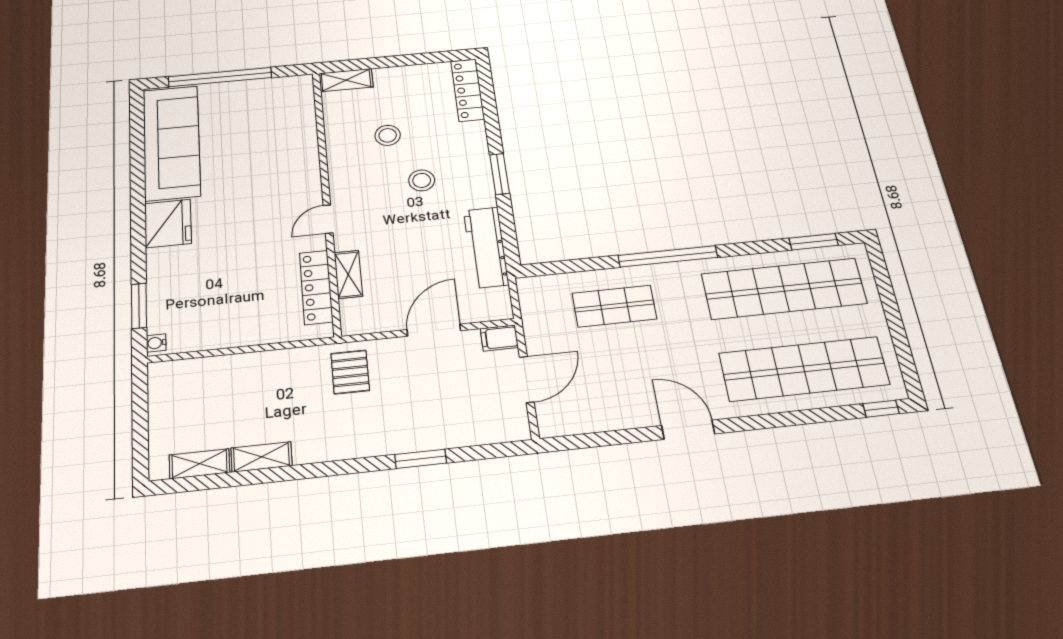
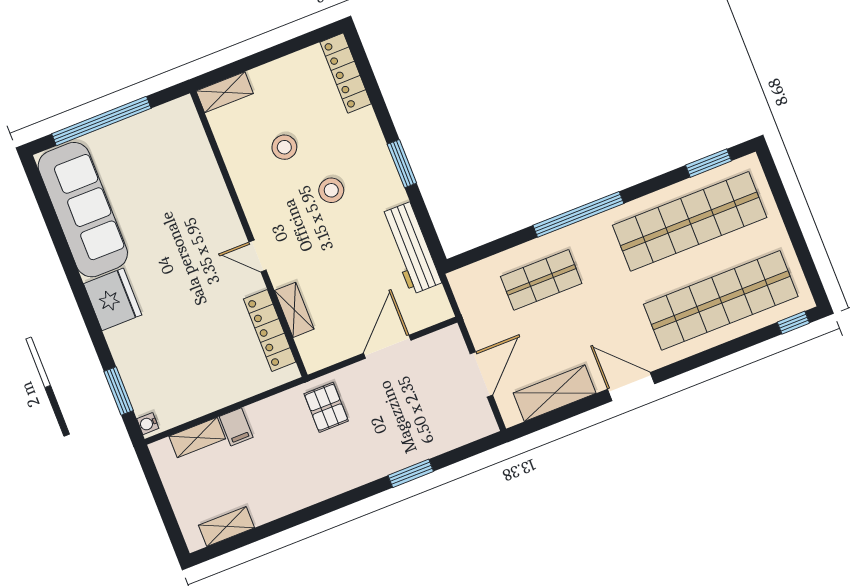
door: (328, 219) -> (258, 256), hinge flipped
filing cabinet: (499, 338) -> (236, 427), moved, turned -90
shelving: (602, 416) -> (555, 393), added
shelving: (261, 457) -> (197, 437), moved

